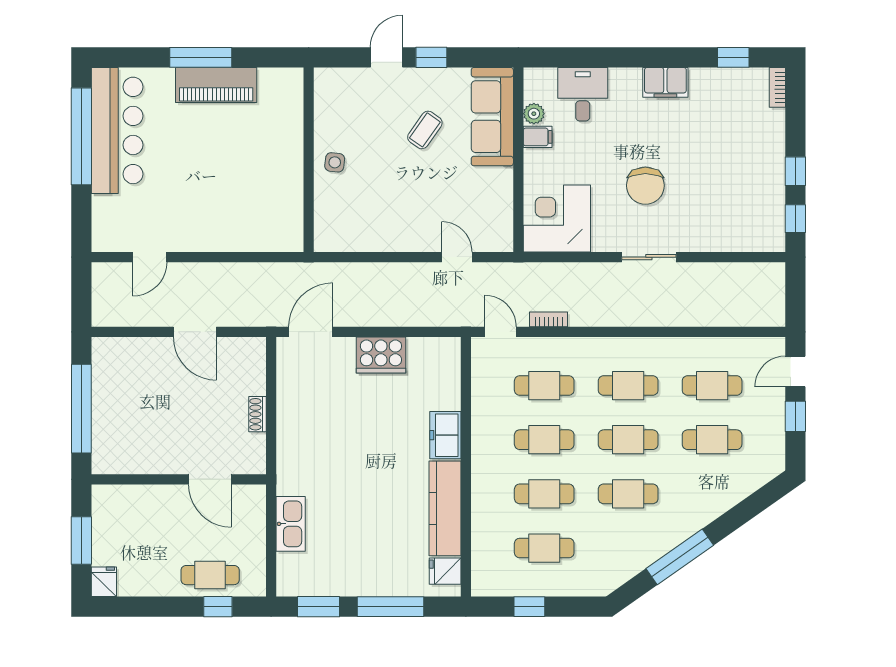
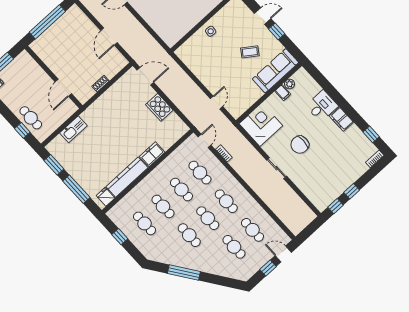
desk: (583, 94) -> (322, 106), moved

